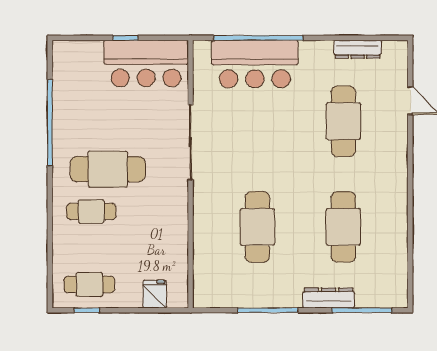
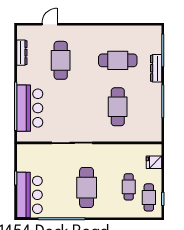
bar counter: (146, 63) -> (30, 195), moved
cafe table: (343, 121) -> (61, 60), turned 90
cafe table: (91, 211) -> (129, 187), moved
cafe table: (257, 227) -> (118, 107), turned 90

